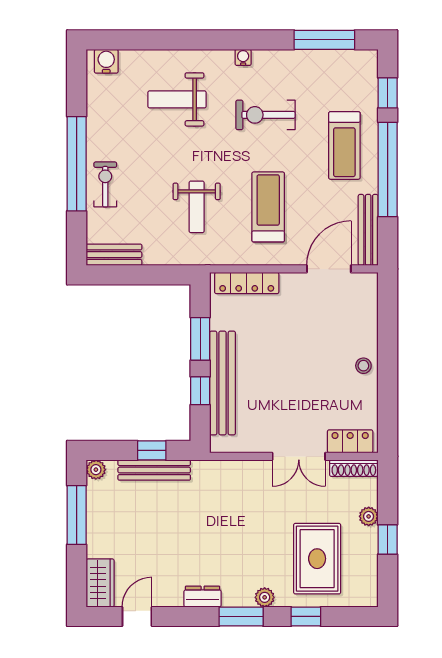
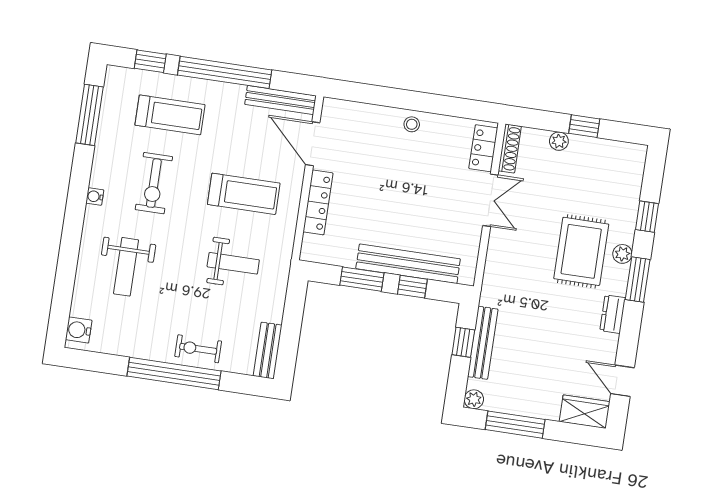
treadmill: (344, 145) -> (170, 115), moved
treadmill: (268, 207) -> (244, 194), turned 180
locker: (247, 283) -> (318, 202), moved
rug: (317, 559) -> (581, 251), moved, turned 90

